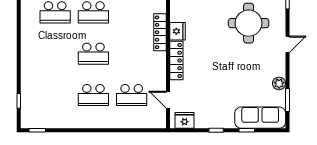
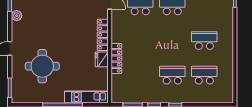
school desk: (93, 54) -> (204, 41), moved

